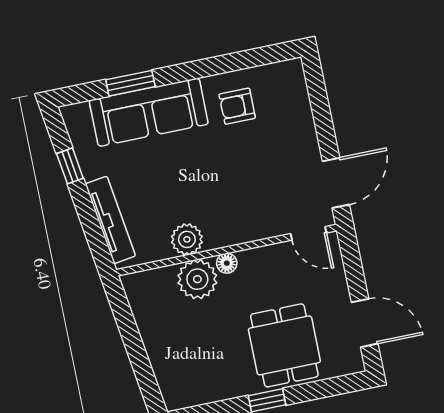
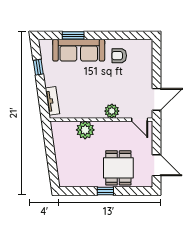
tv unit: (110, 220) -> (52, 101), width x0.71
plant: (187, 239) -> (112, 111), moved
floor lamp: (227, 263) -> (100, 125), removed

